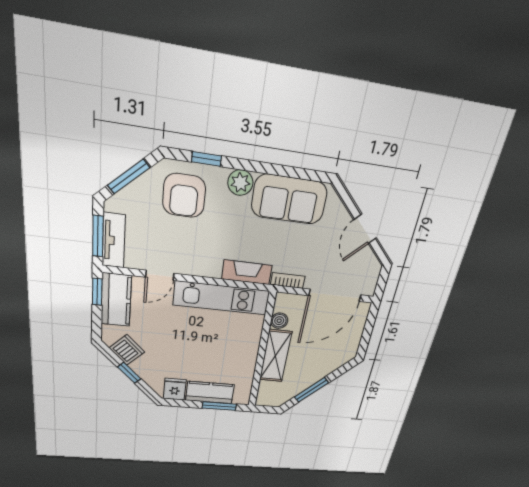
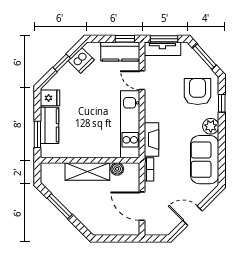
armchair: (184, 196) -> (198, 92), turned 90
door: (335, 295) -> (142, 206), width x0.73

